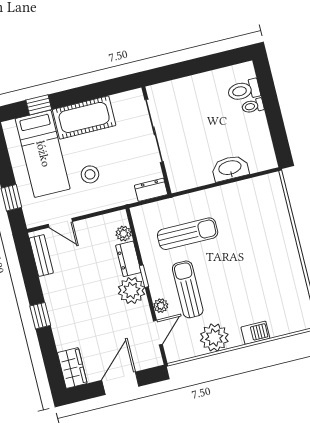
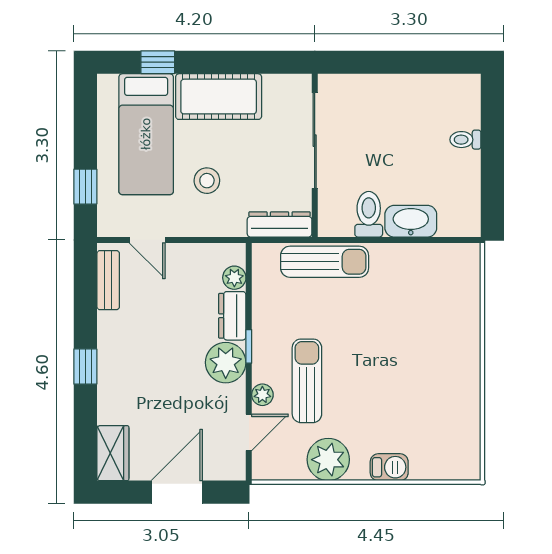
toilet: (244, 90) -> (369, 214), moved, turned 90
dresser: (151, 190) -> (280, 224), width x1.44
sun lounger: (188, 234) -> (325, 262), moved

